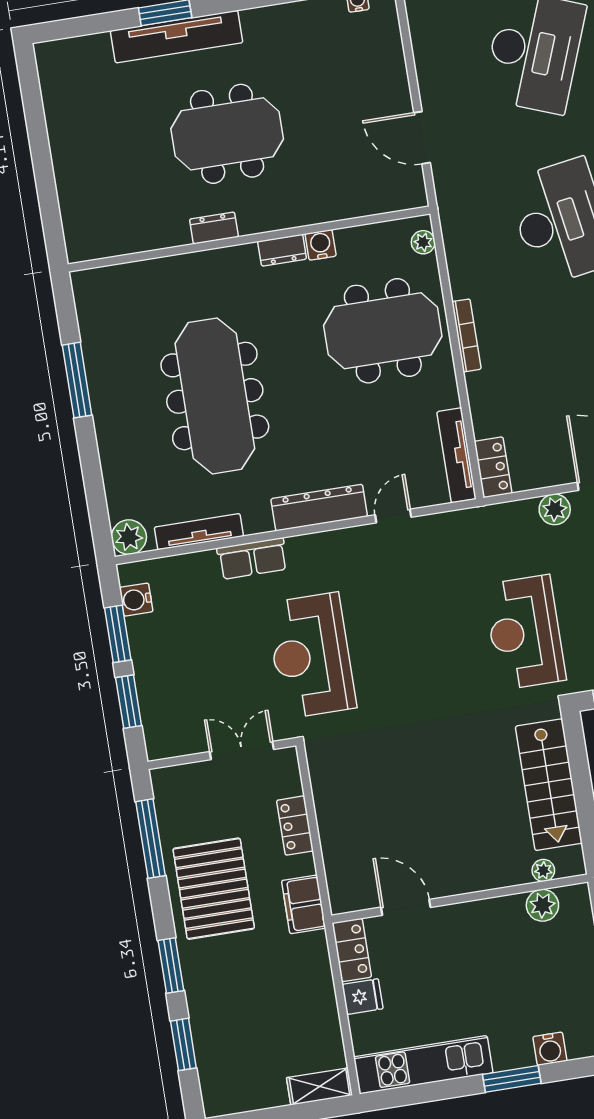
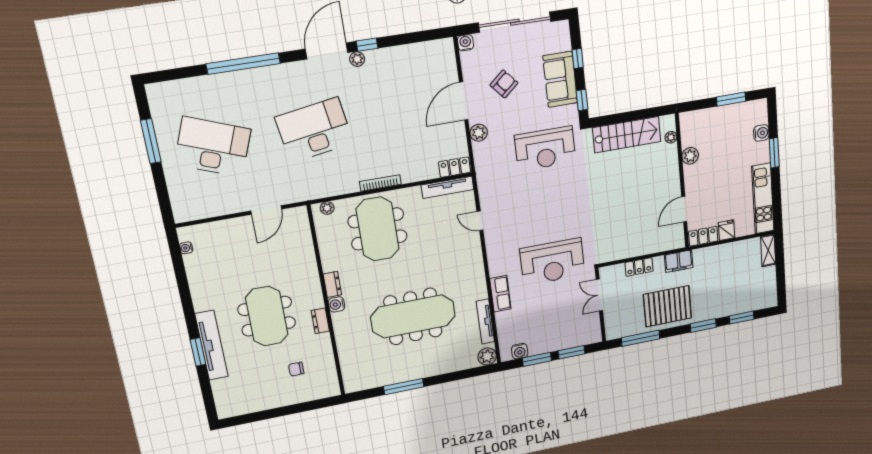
chair: (123, 184) -> (296, 369), added
water cooler: (321, 245) -> (336, 304), moved
dresser: (319, 508) -> (474, 260), removed
plant: (542, 905) -> (690, 156), moved

